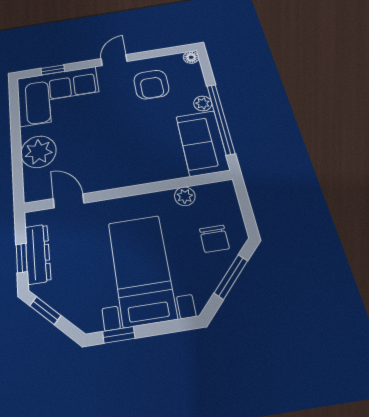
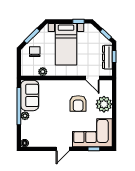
armchair: (151, 84) -> (78, 103), moved, turned 180

